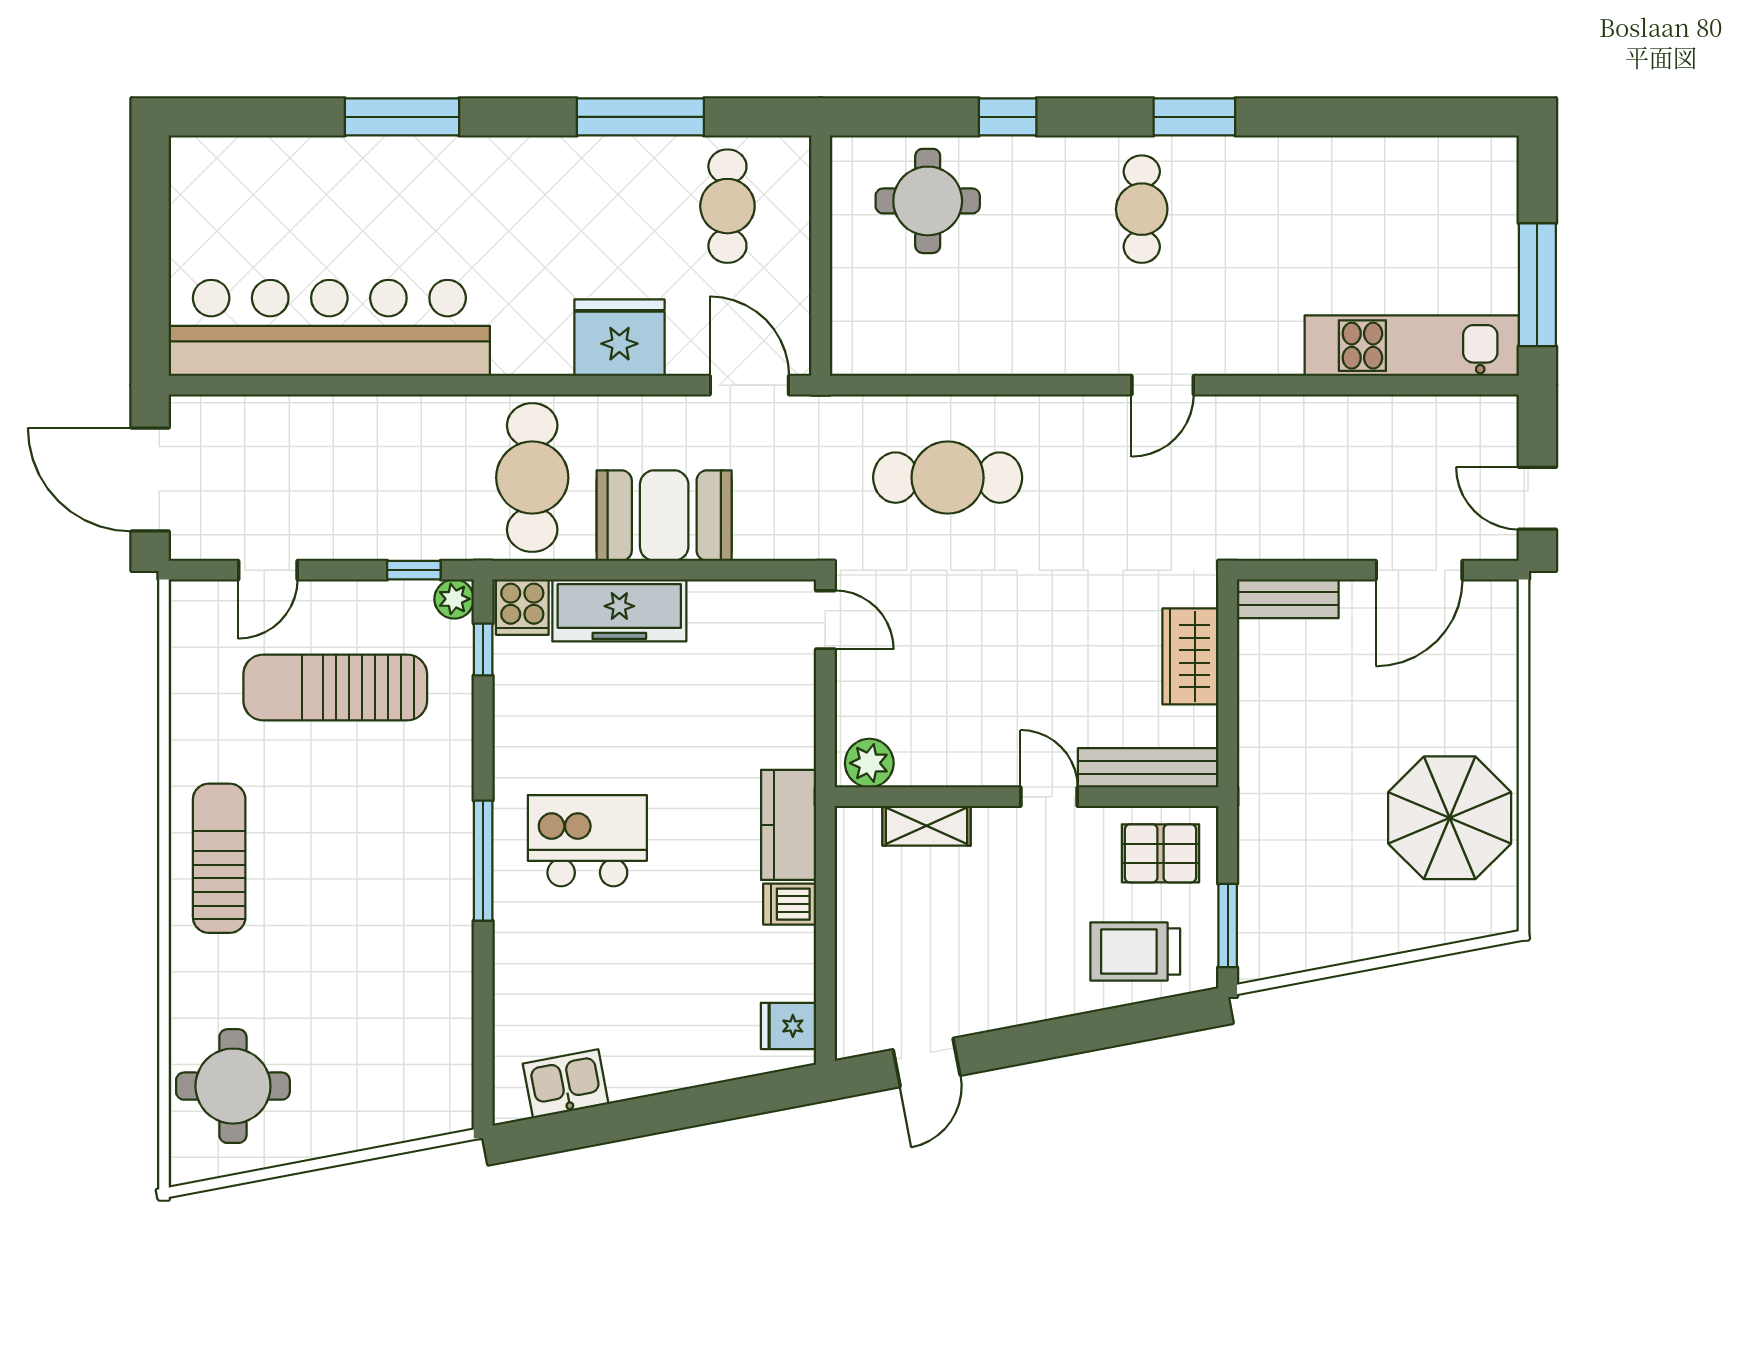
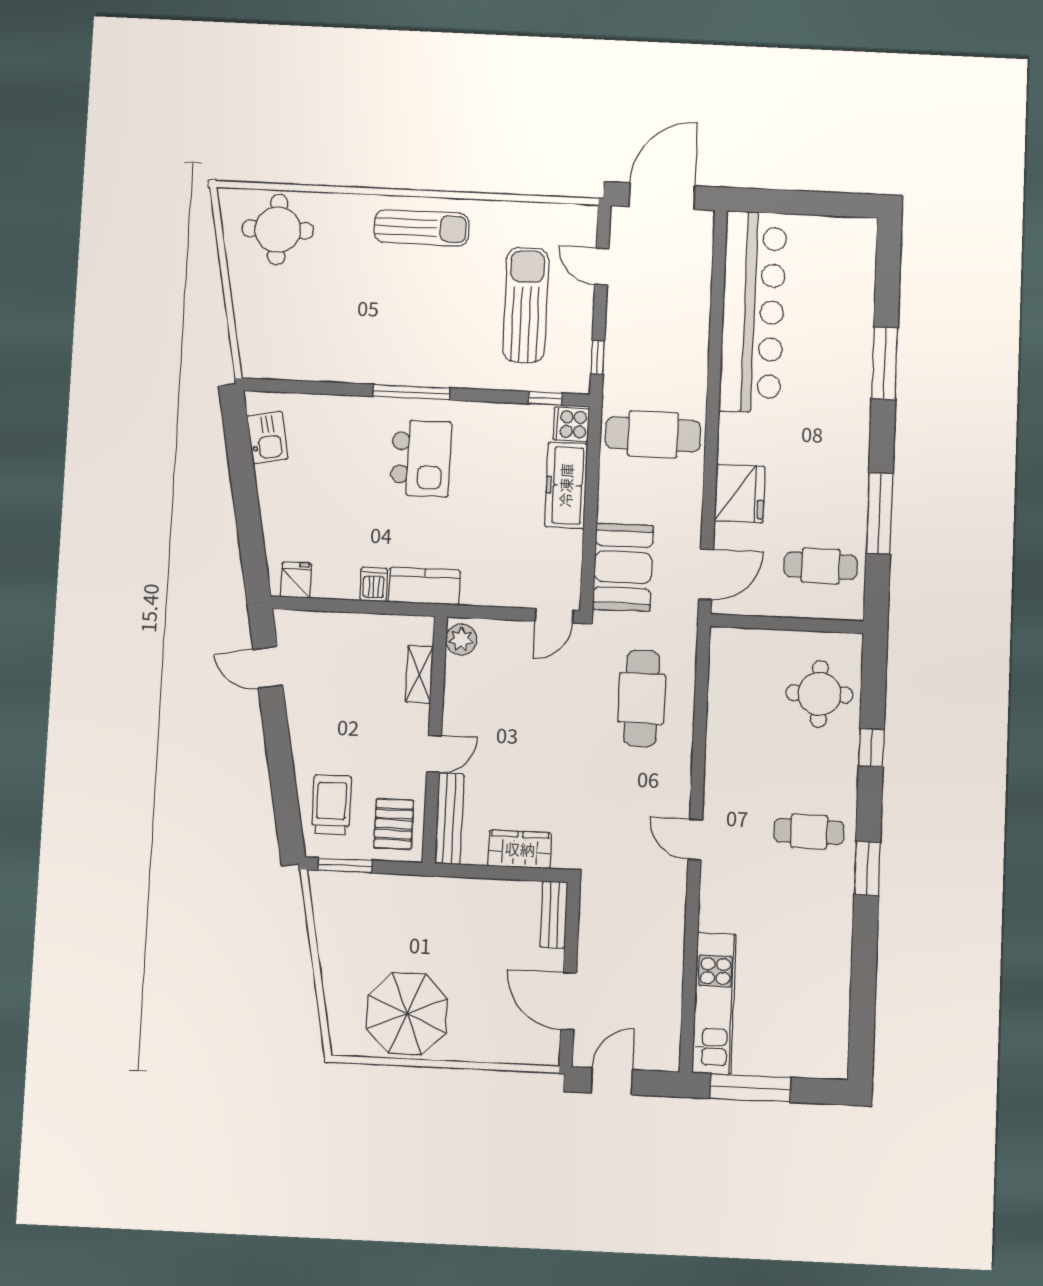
booth: (664, 516) -> (623, 567), moved
plant: (454, 599) -> (578, 382), removed

